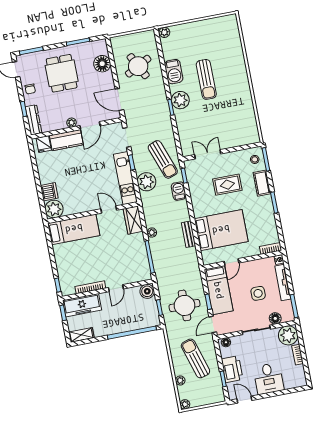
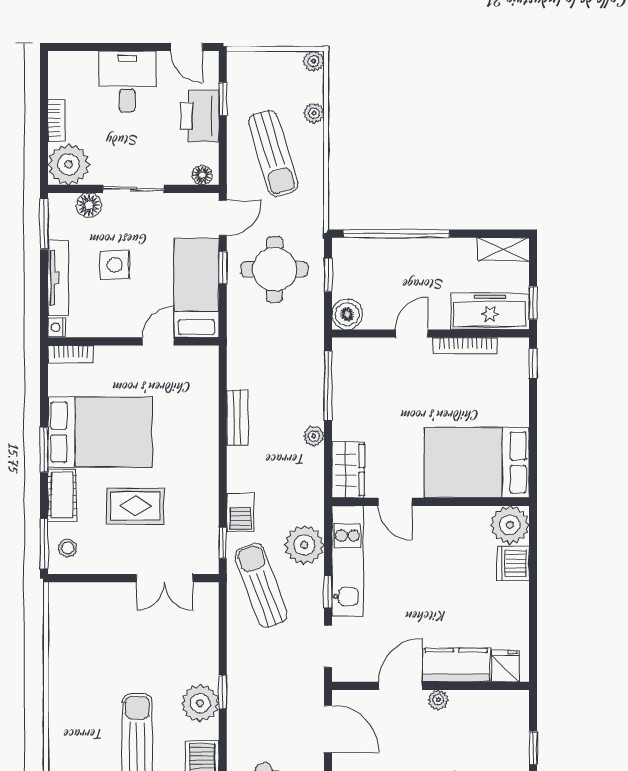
dresser: (34, 120) -> (517, 721), removed
bed: (74, 229) -> (477, 463), width x1.50
bed: (221, 230) -> (100, 432), moved, turned 180

